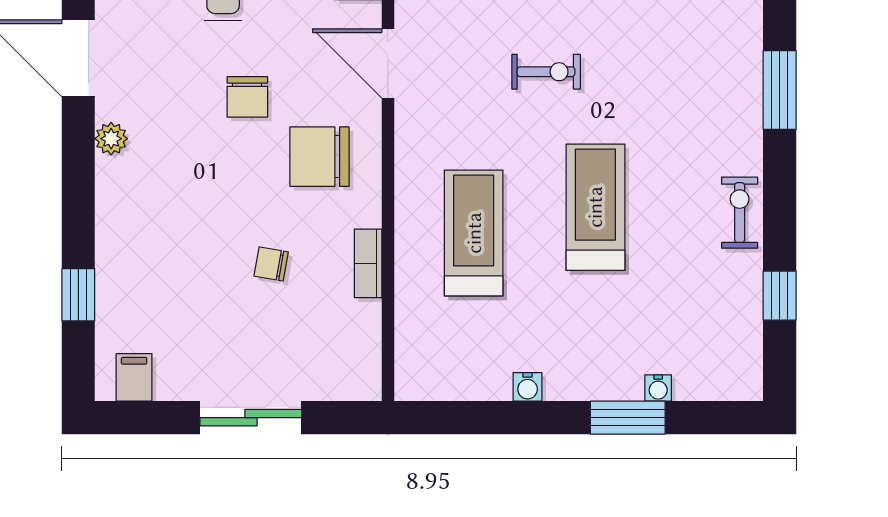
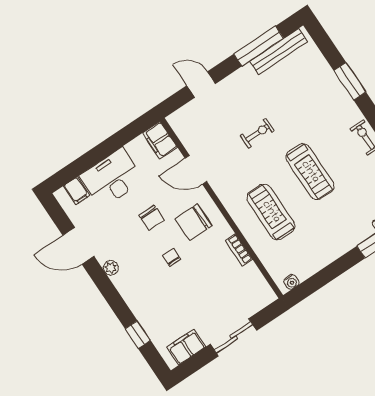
treadmill: (595, 207) -> (310, 172), turned 180
chair: (271, 264) -> (172, 257), moved, turned 80
filing cabinet: (134, 377) -> (186, 347), width x2.00
water cooler: (528, 387) -> (291, 282), moved

